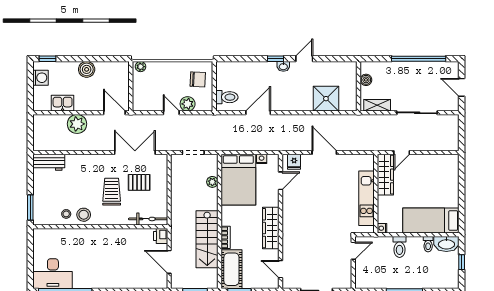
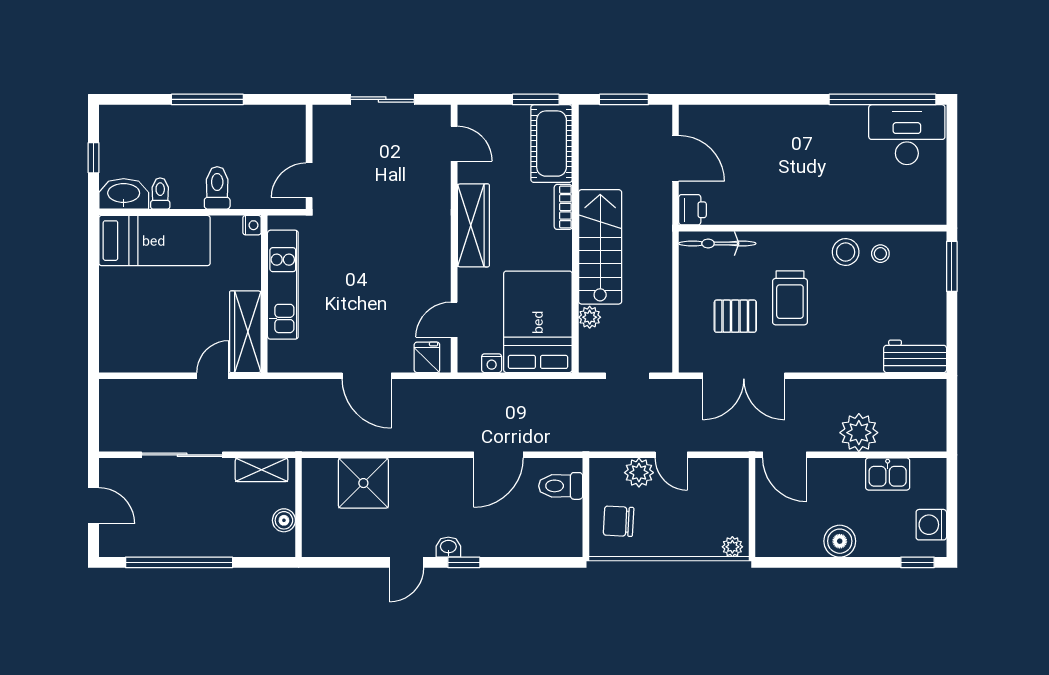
stairs: (207, 239) -> (600, 247), moved

